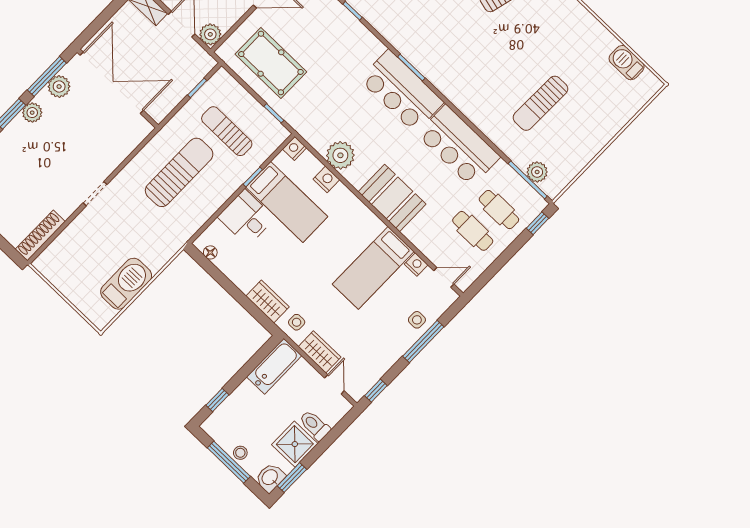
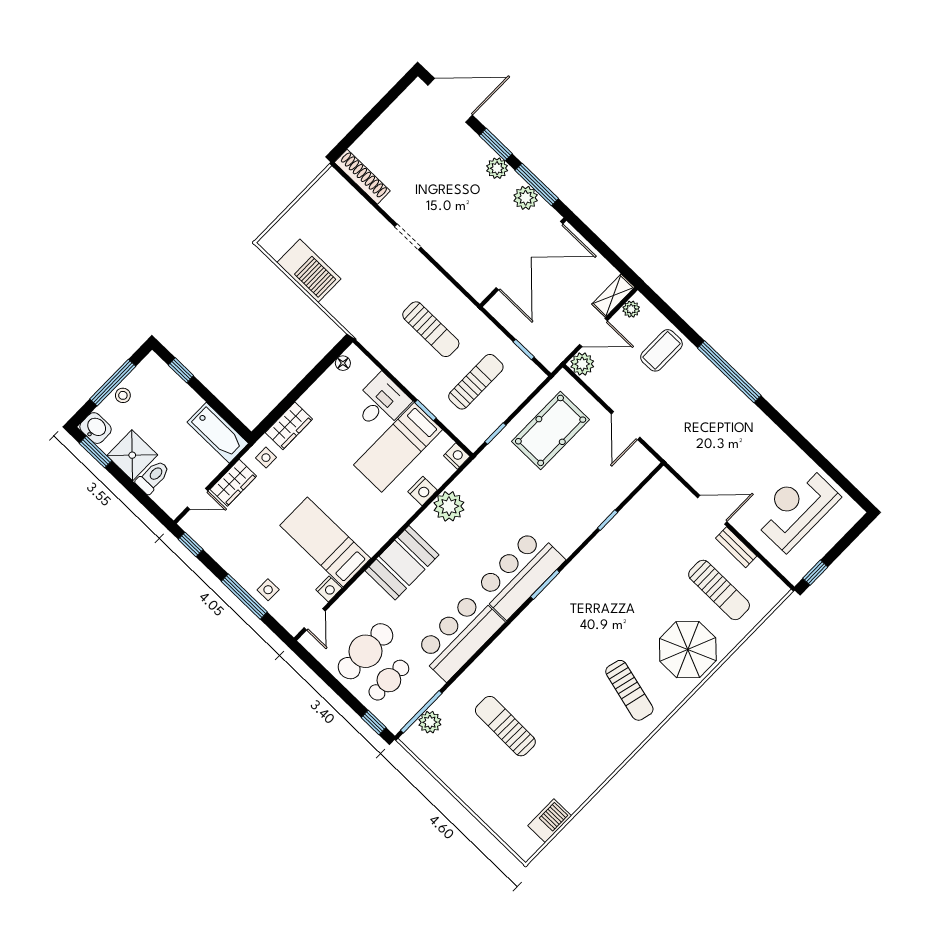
sun lounger: (179, 172) -> (431, 329), width x0.73, depth x0.75
cafe table: (473, 231) -> (365, 651), width x1.37, depth x1.35

